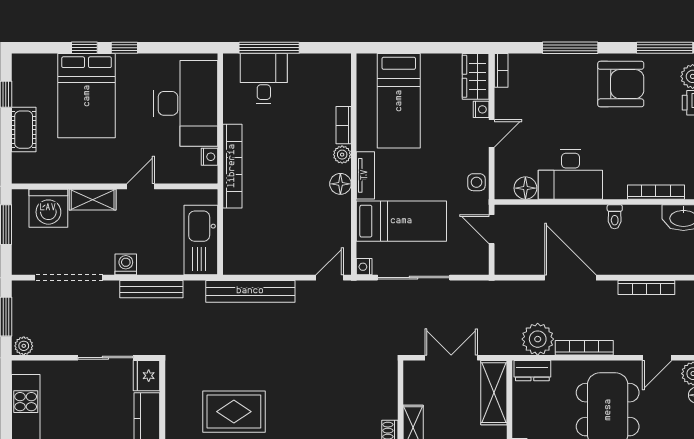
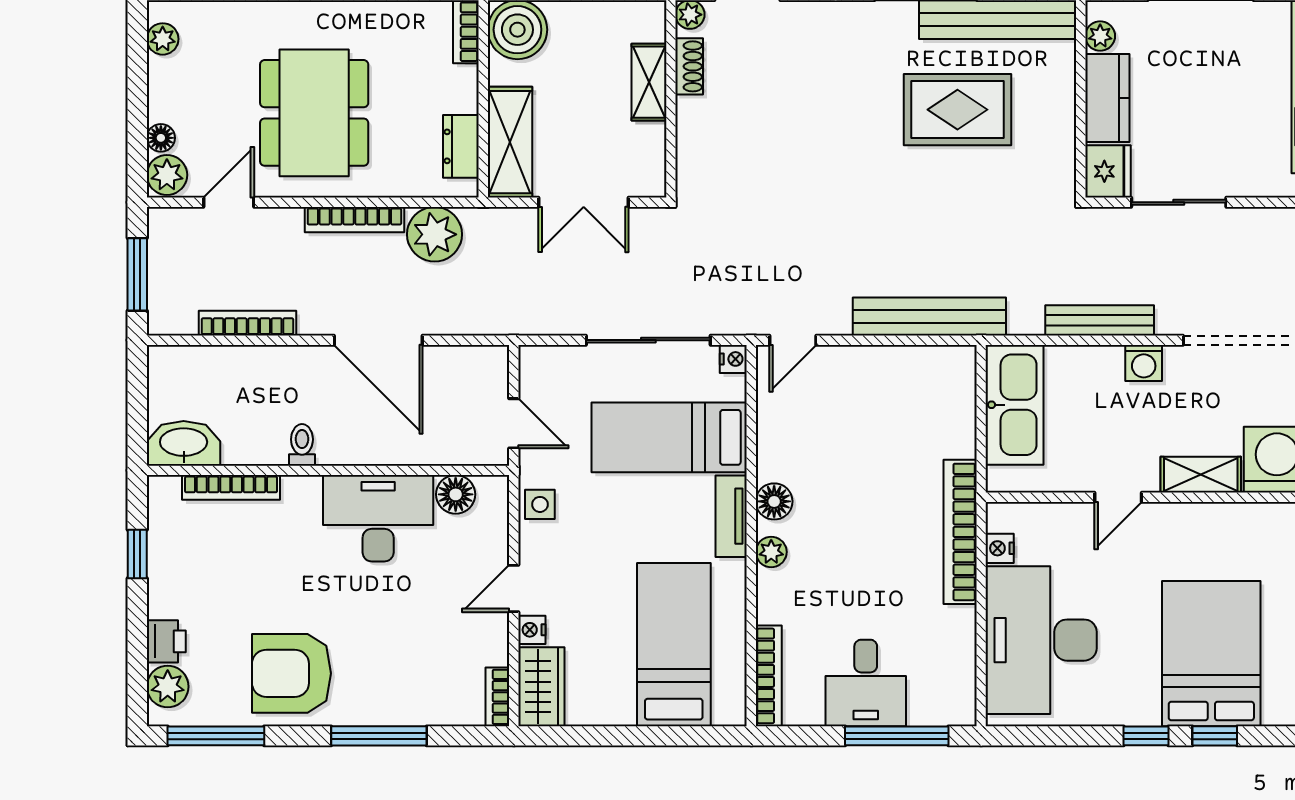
desk: (264, 79) -> (866, 683), moved
bookcase: (344, 125) -> (769, 676), moved, width x1.56
dresser: (532, 371) -> (461, 146), moved, turned -90

